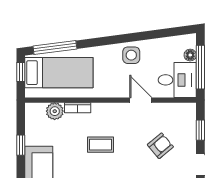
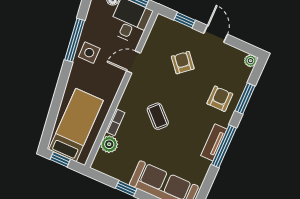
window: (55, 47) -> (75, 40), moved
coffee table: (101, 145) -> (158, 116), turned -46

